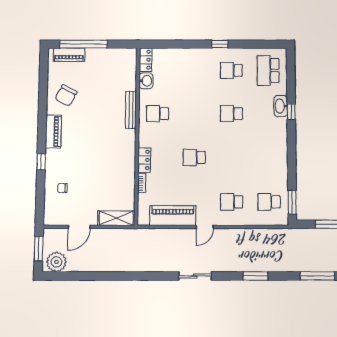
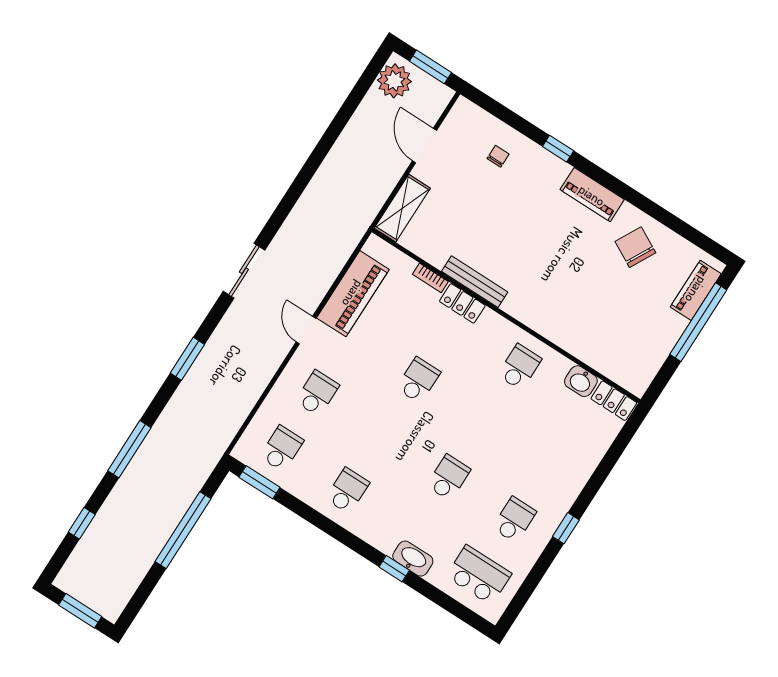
bench: (131, 110) -> (475, 282), moved
school desk: (269, 157) -> (347, 491), added

